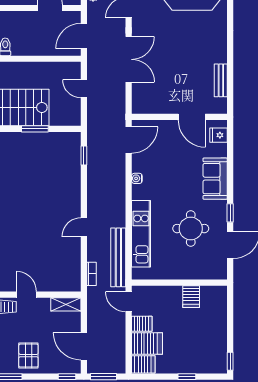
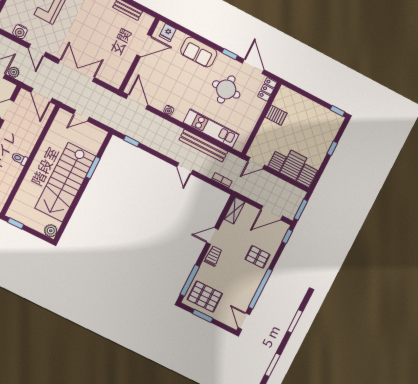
bench: (118, 257) -> (203, 146), moved
locker: (214, 273) -> (267, 89), added

